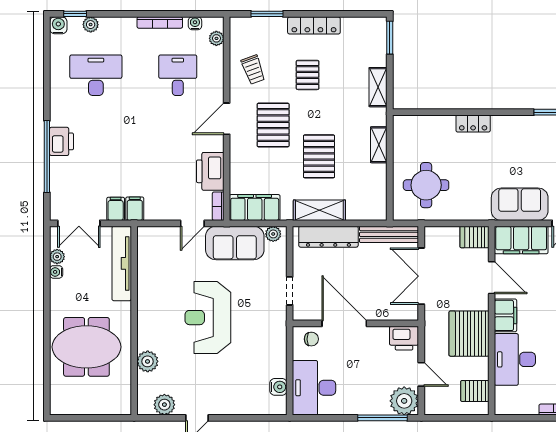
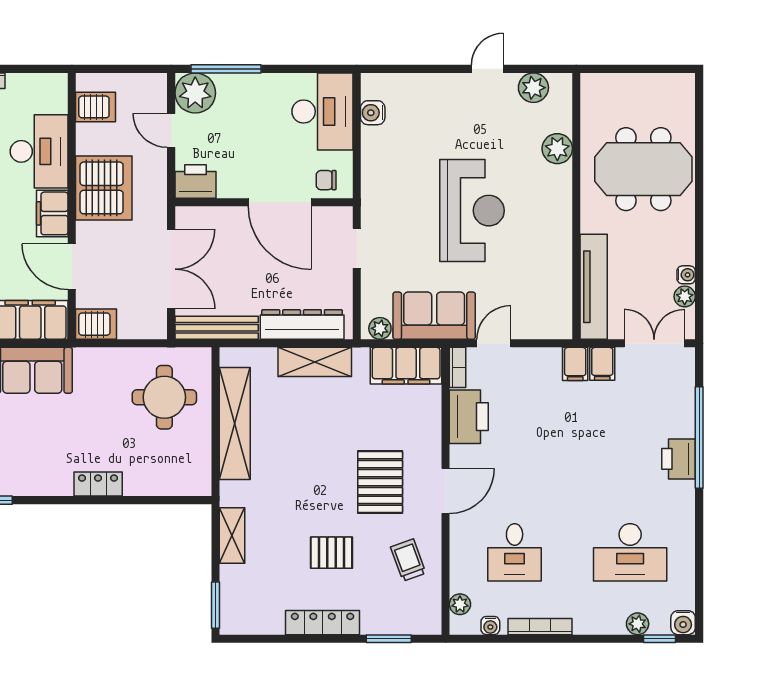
pallet: (308, 75) -> (331, 553), turned 90
shelving: (379, 145) -> (235, 423), width x2.20, depth x1.33
pallet: (319, 156) -> (315, 438), removed

